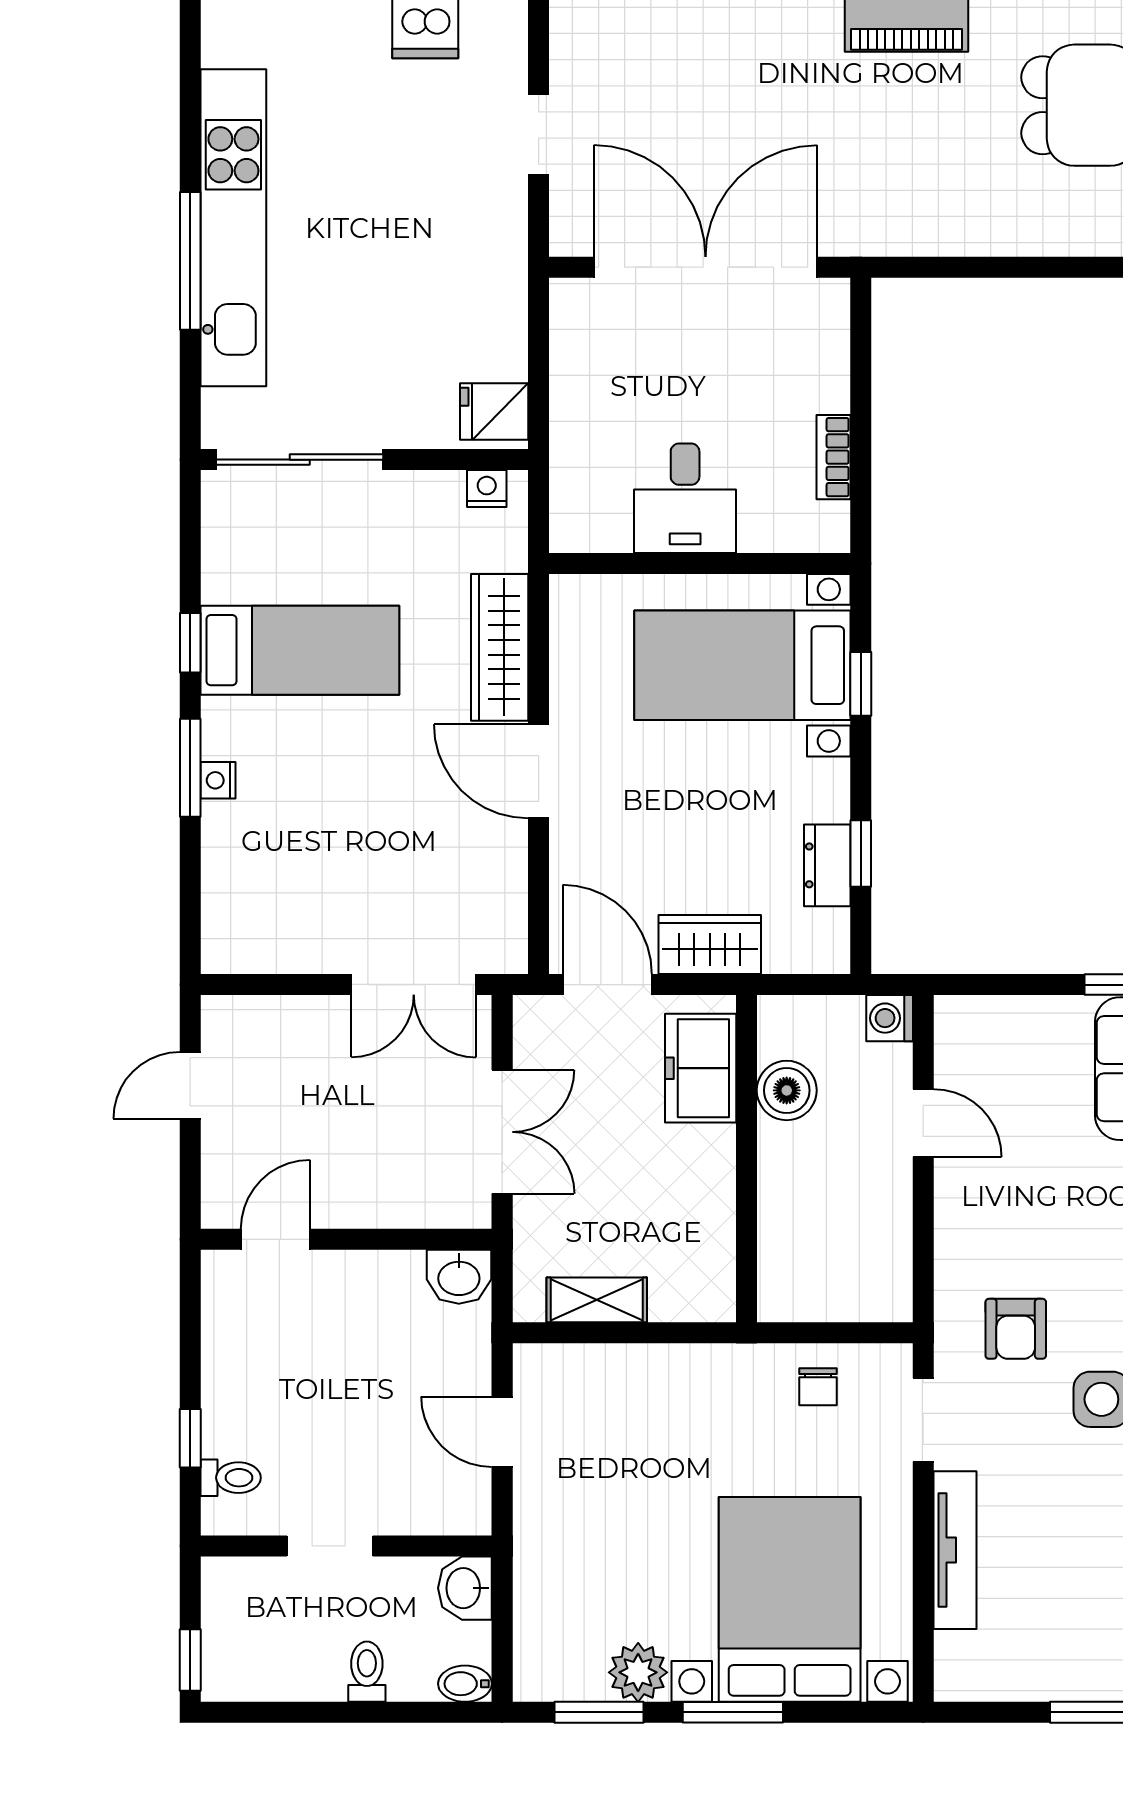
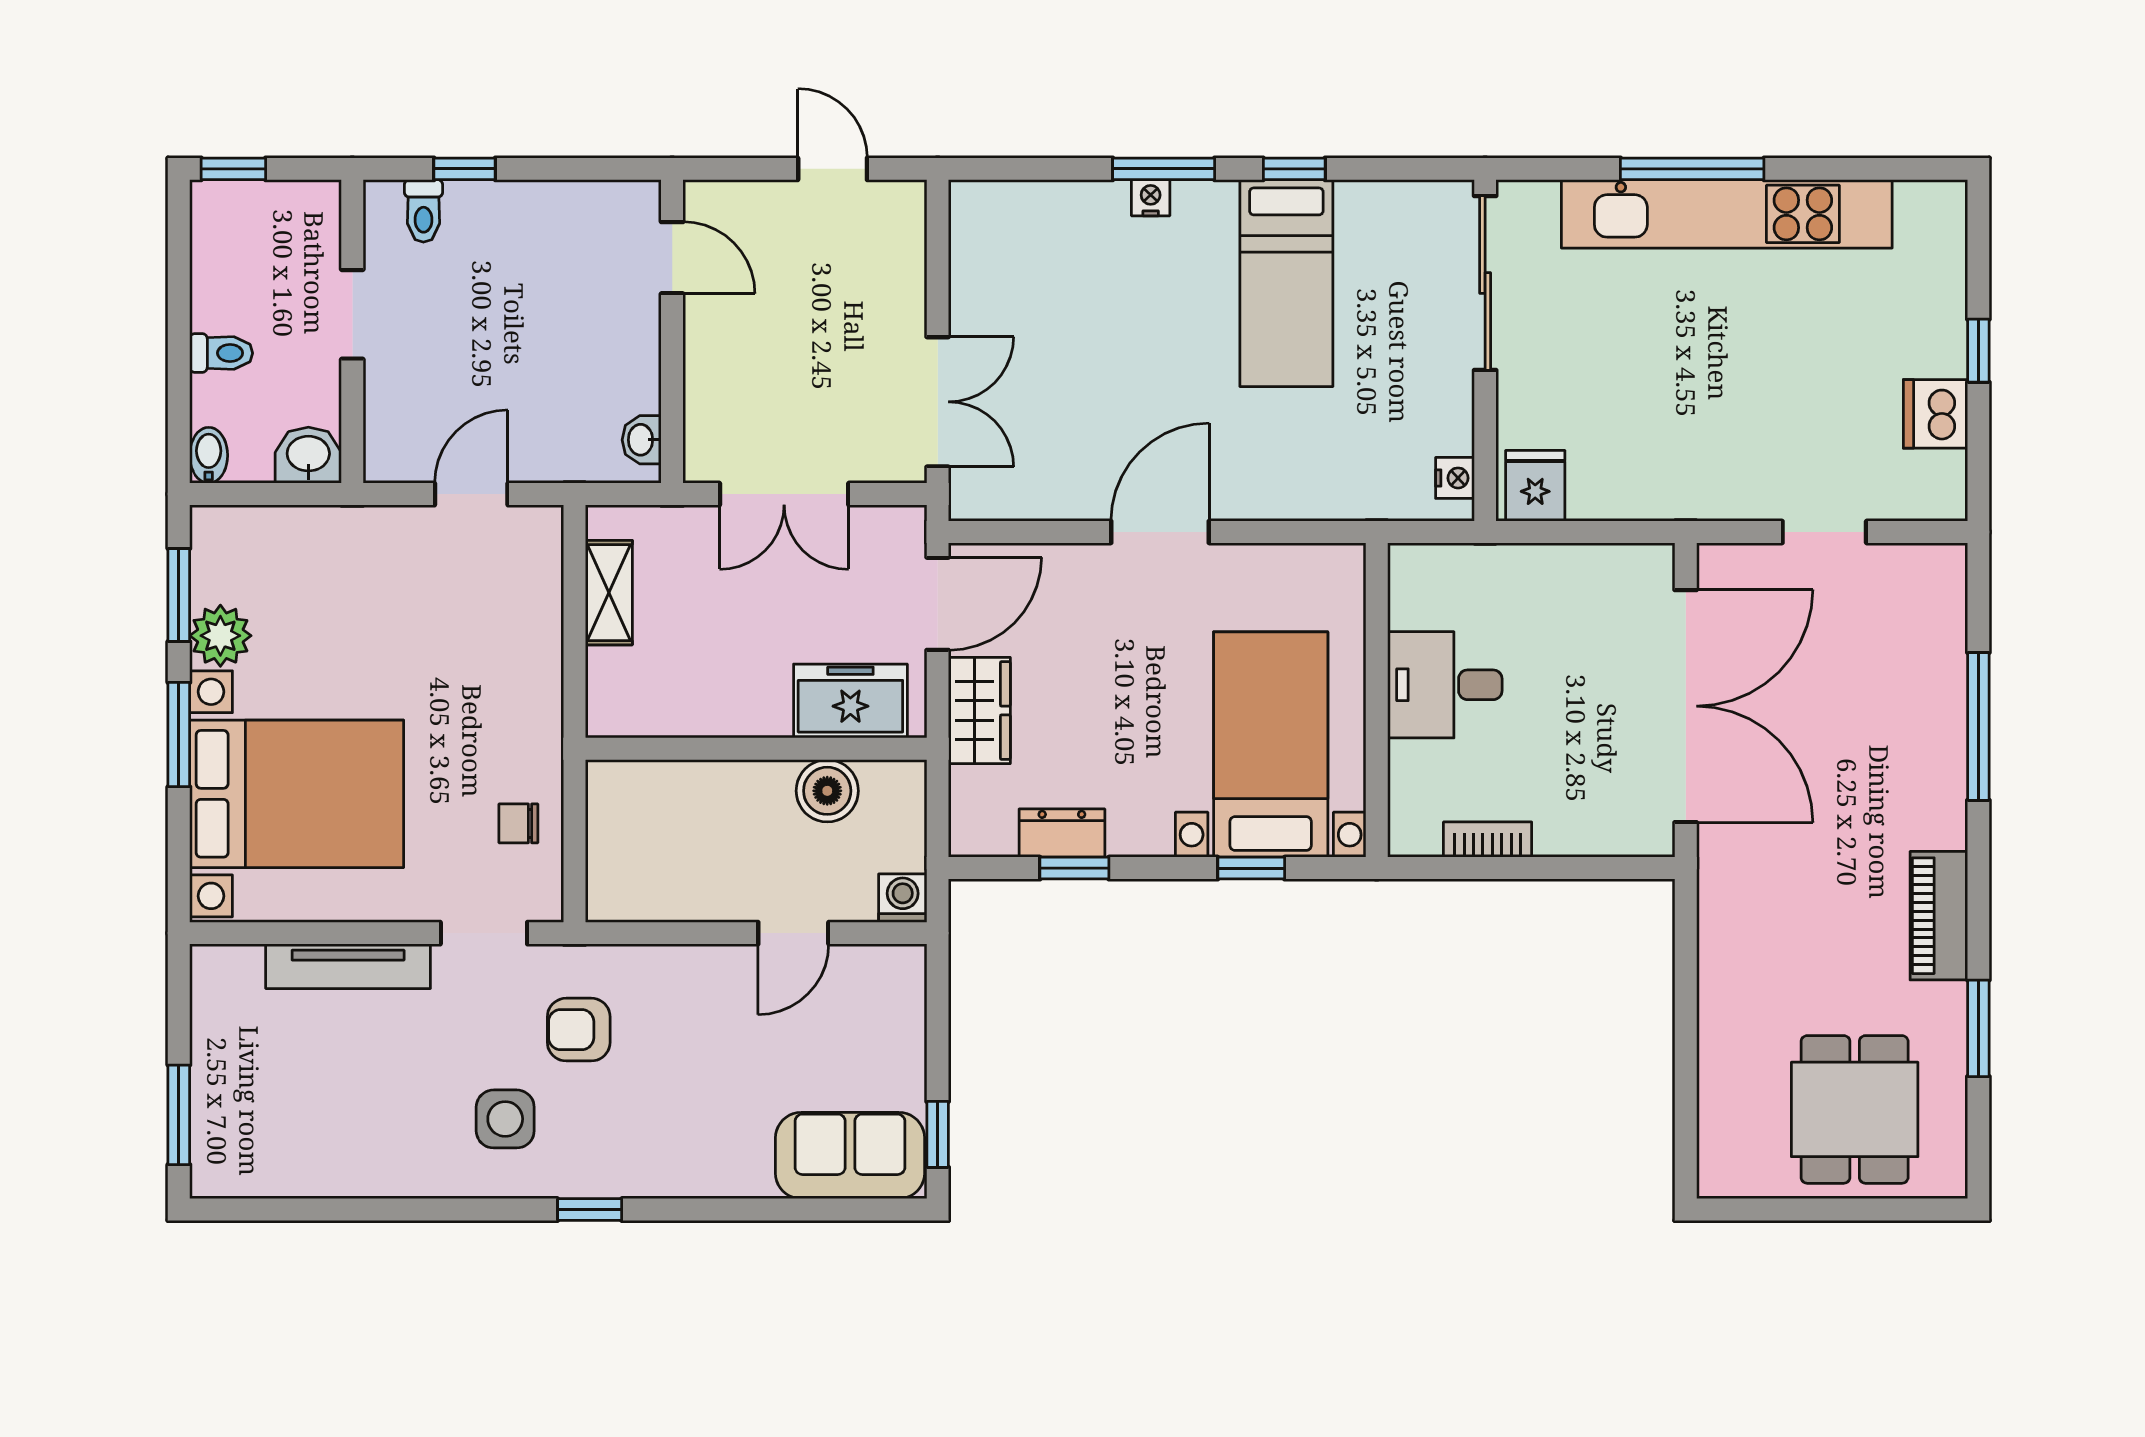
wardrobe: (500, 647) -> (1289, 492), removed
double door: (414, 985) -> (938, 402), swing flipped
washbasin: (459, 1277) -> (642, 440), width x0.72, depth x0.69

